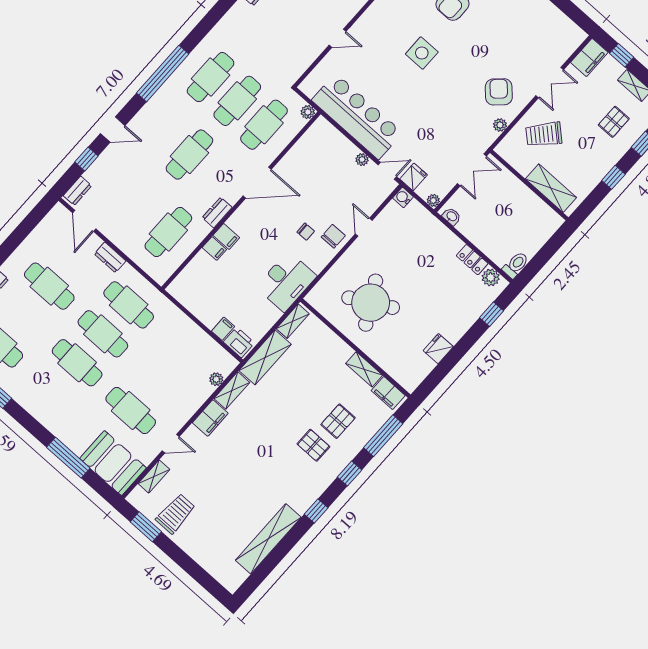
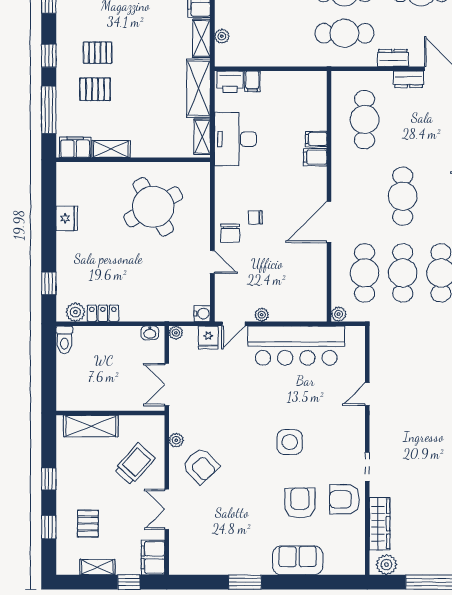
dresser: (217, 213) -> (409, 79), moved, turned 90
desk: (286, 282) -> (235, 139), moved
pallet: (338, 421) -> (95, 89), turned 90

